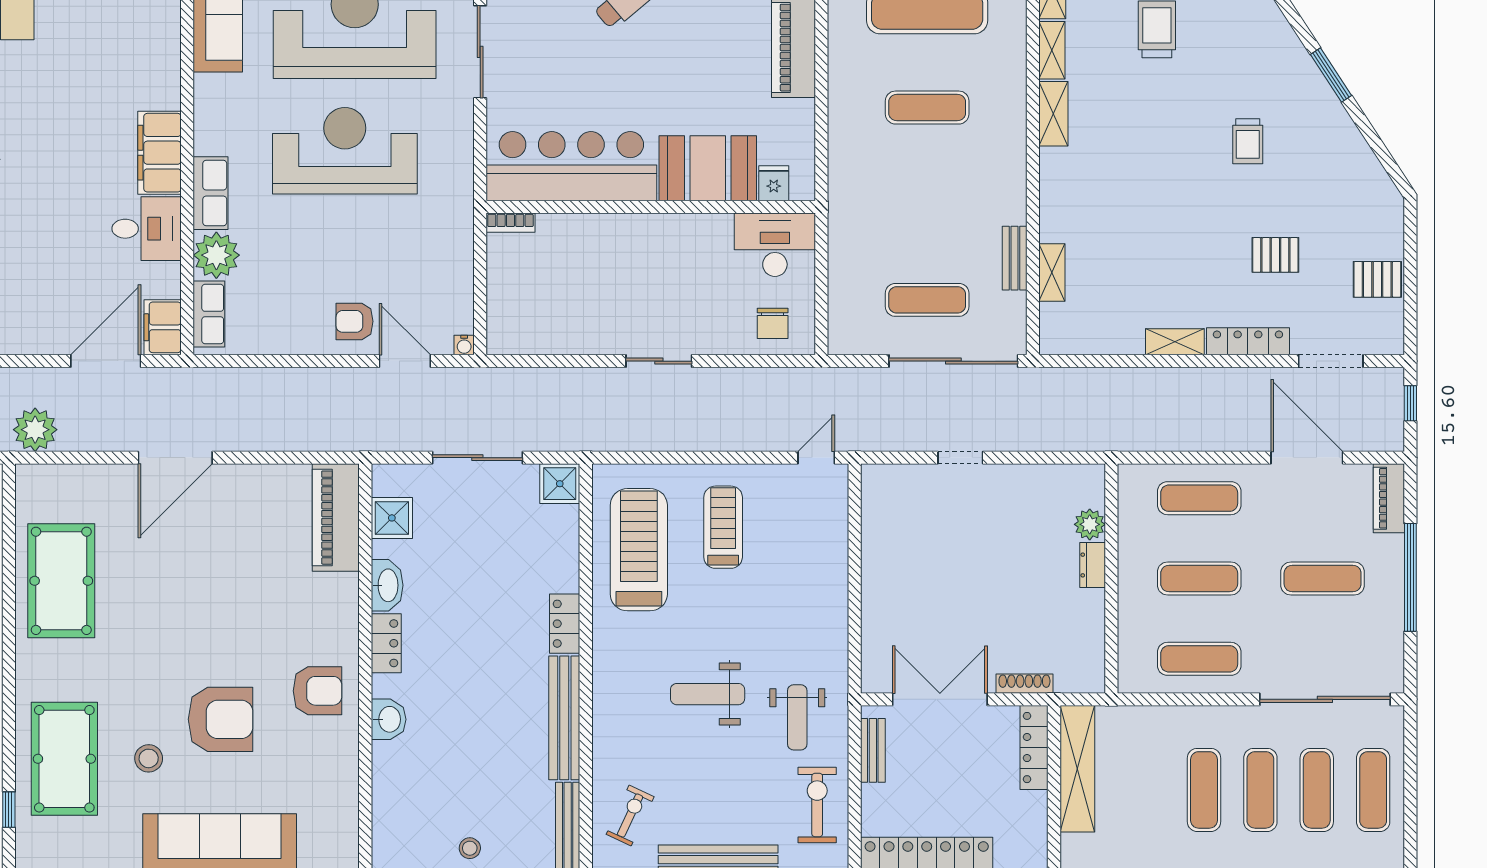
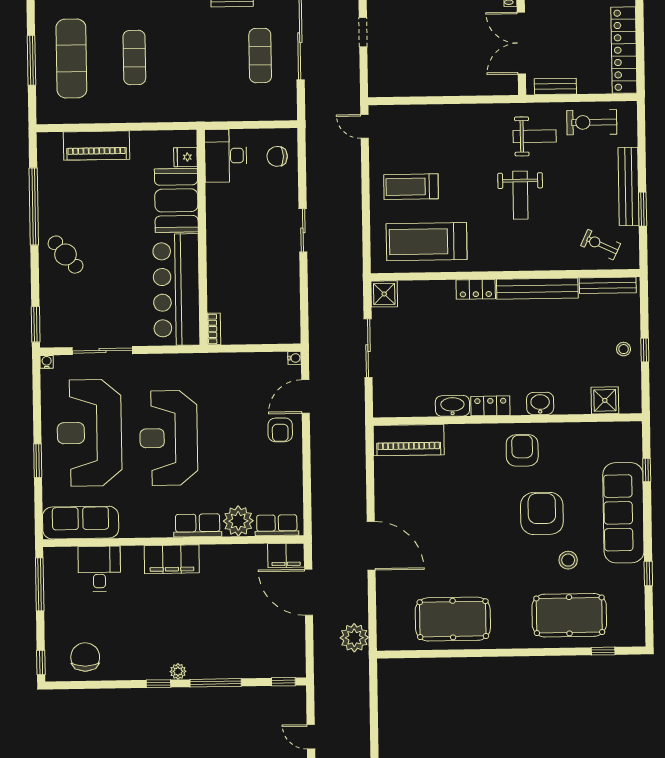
desk: (147, 229) -> (99, 569), moved
chair: (773, 323) -> (277, 156), turned 180
shower: (392, 518) -> (605, 400), moved

